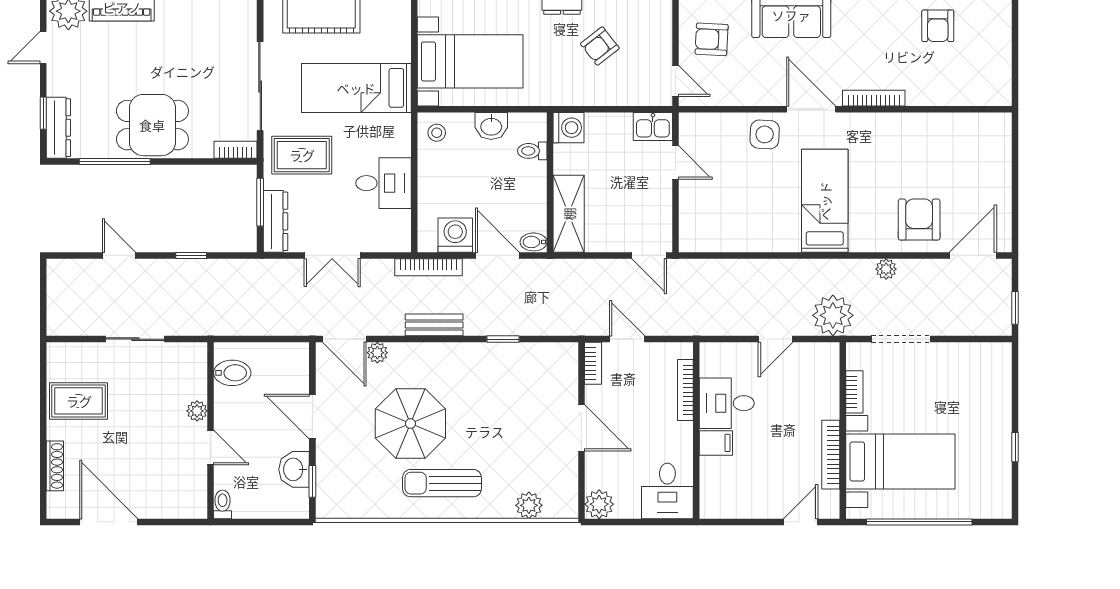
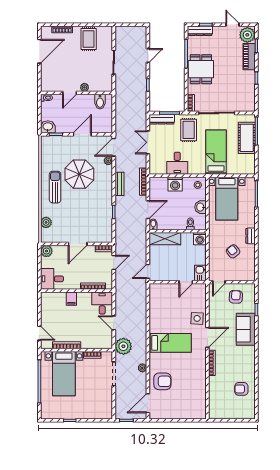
washing machine: (455, 235) -> (175, 184), moved, turned 90
door: (973, 255) -> (148, 403), swing flipped
desk: (727, 403) -> (102, 303), moved
washbasin: (294, 469) -> (48, 127), moved

